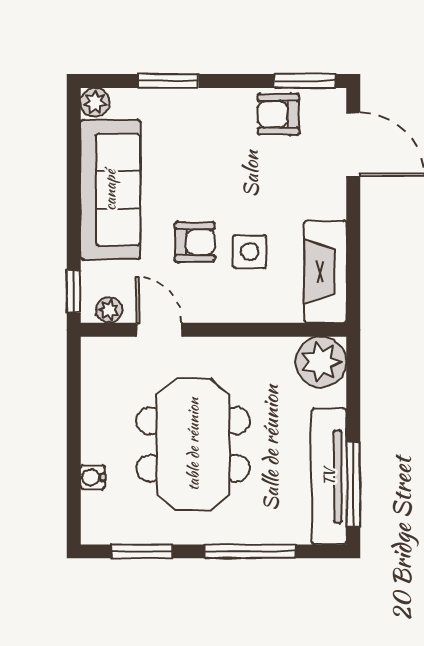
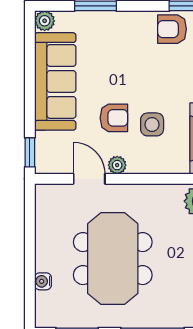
plant: (109, 310) -> (117, 165), moved

